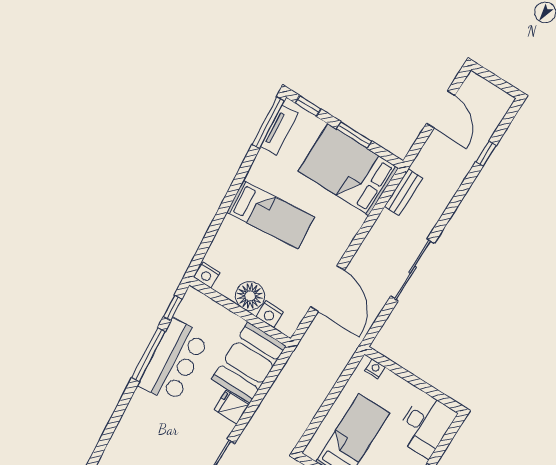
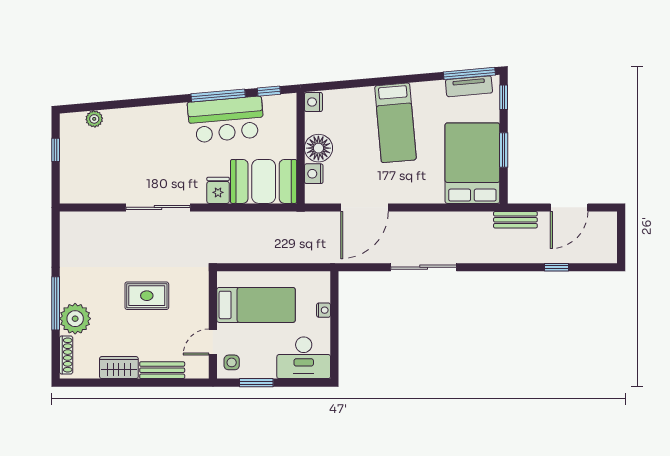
bench: (403, 192) -> (515, 220), moved
nightstand: (375, 369) -> (324, 310), moved

